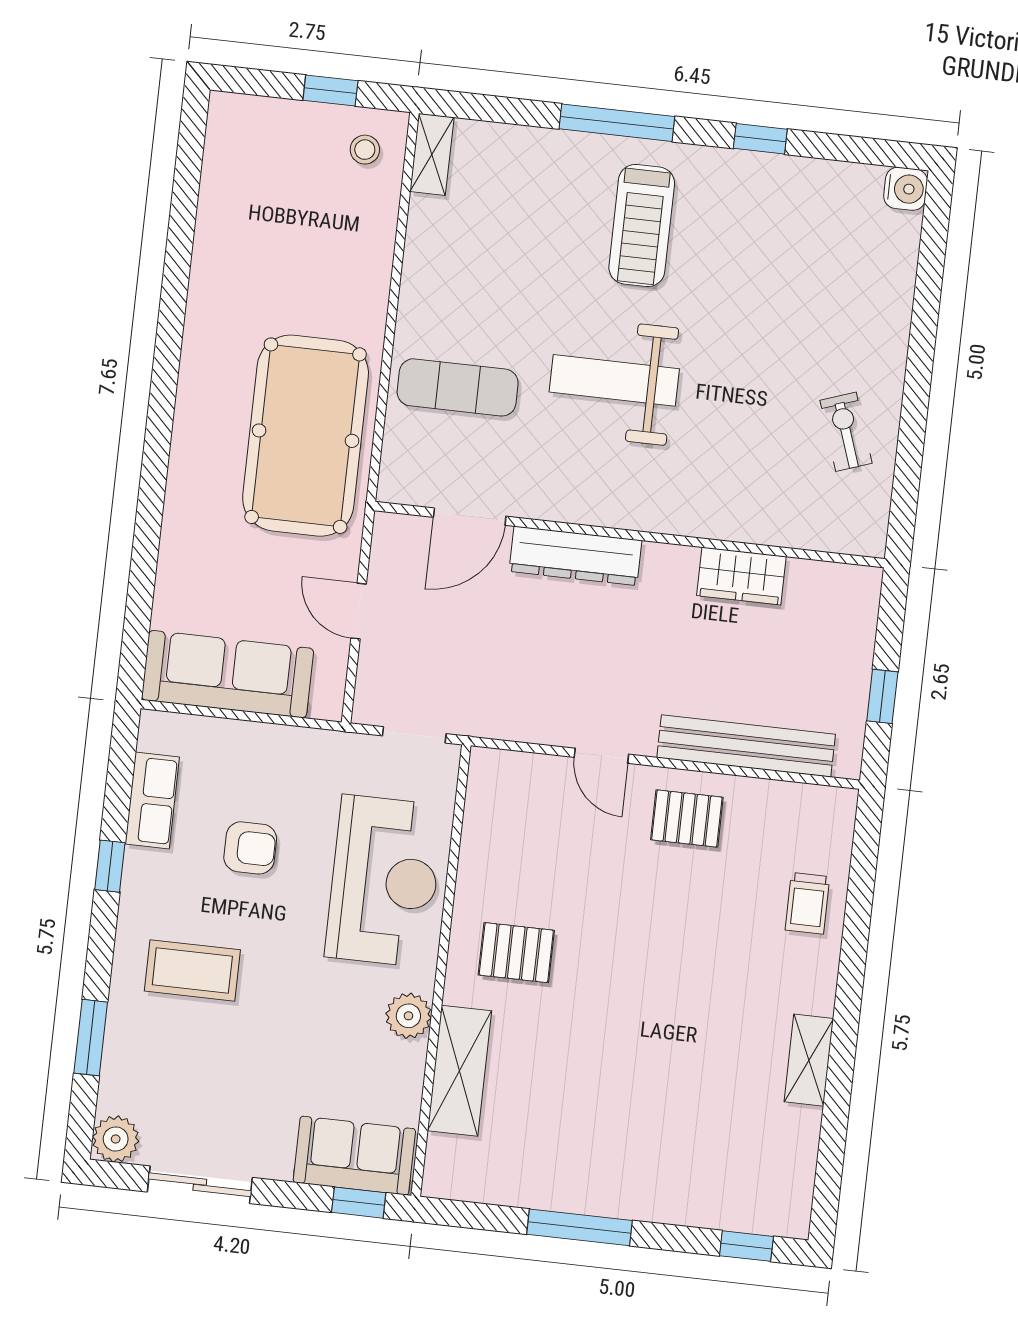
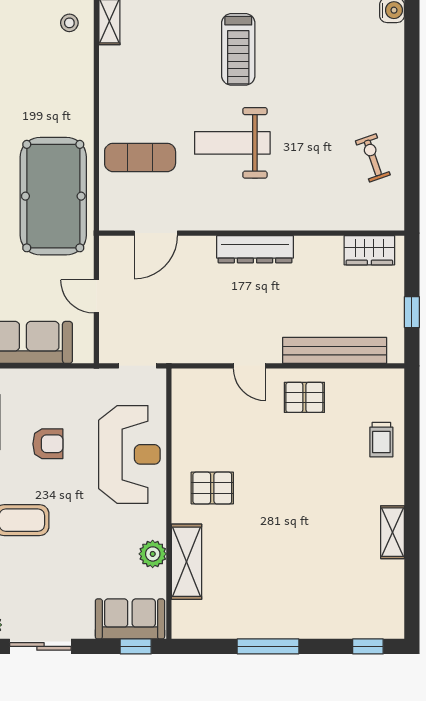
dresser: (575, 556) -> (255, 249), moved
wardrobe: (741, 576) -> (369, 250), moved
plant: (408, 1016) -> (153, 554), moved

